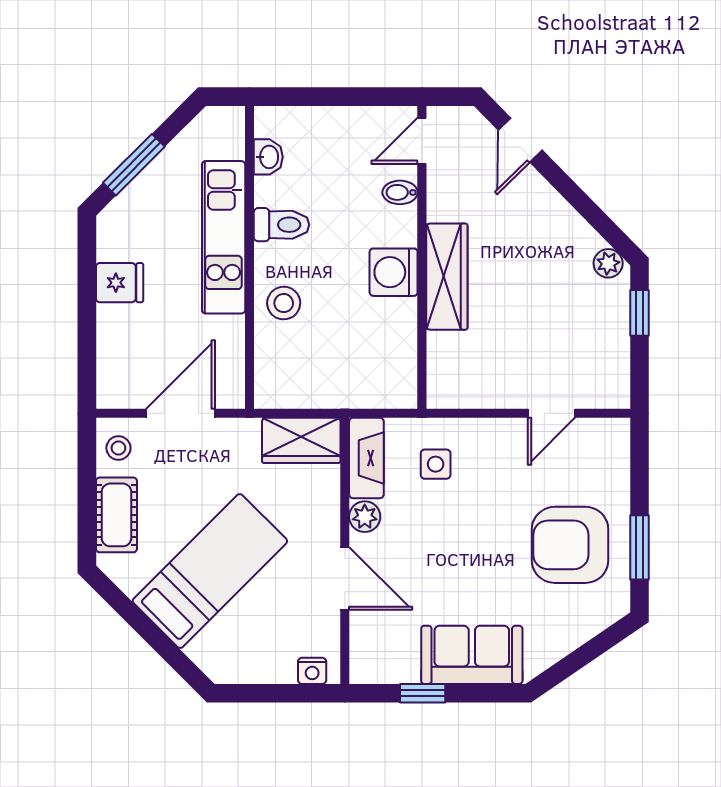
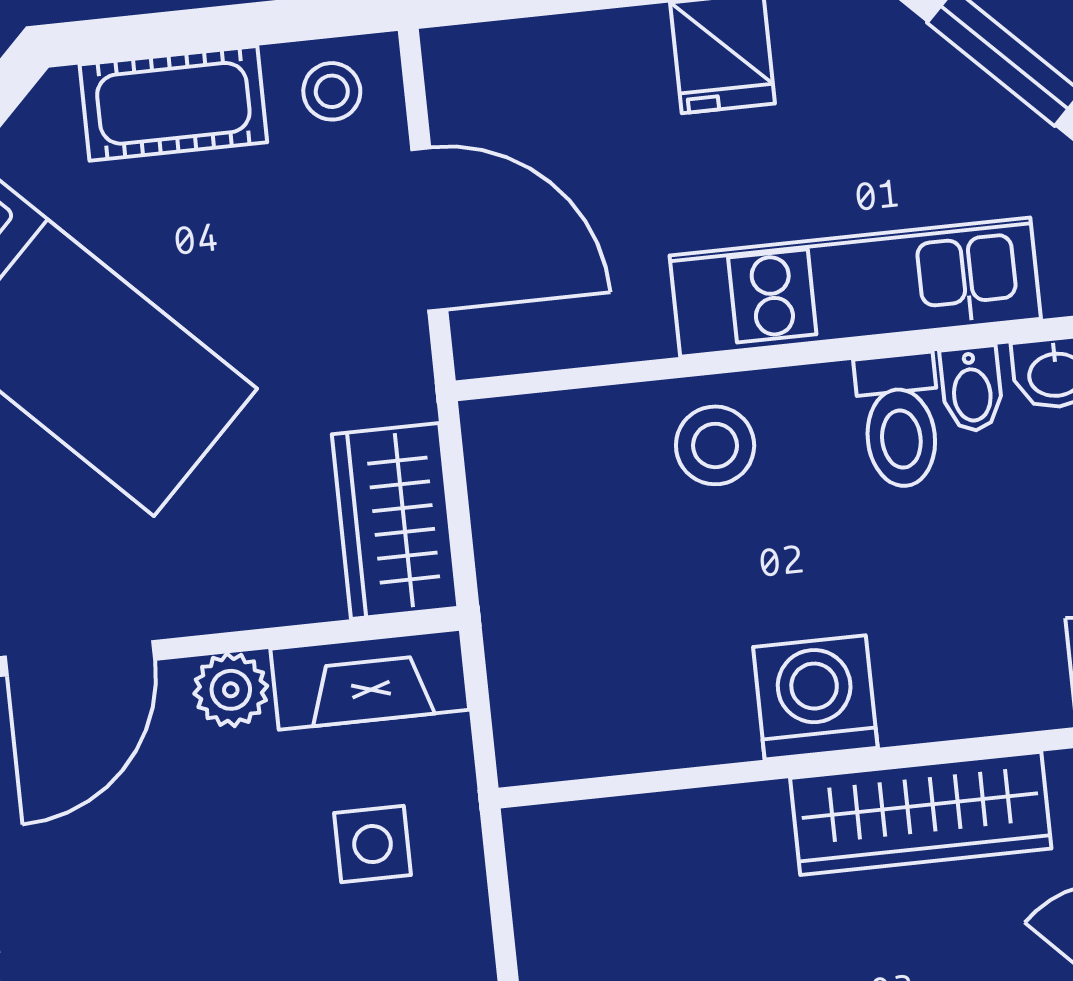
bidet: (400, 192) -> (972, 389), moved, turned 180
wardrobe: (447, 277) -> (921, 813), moved

